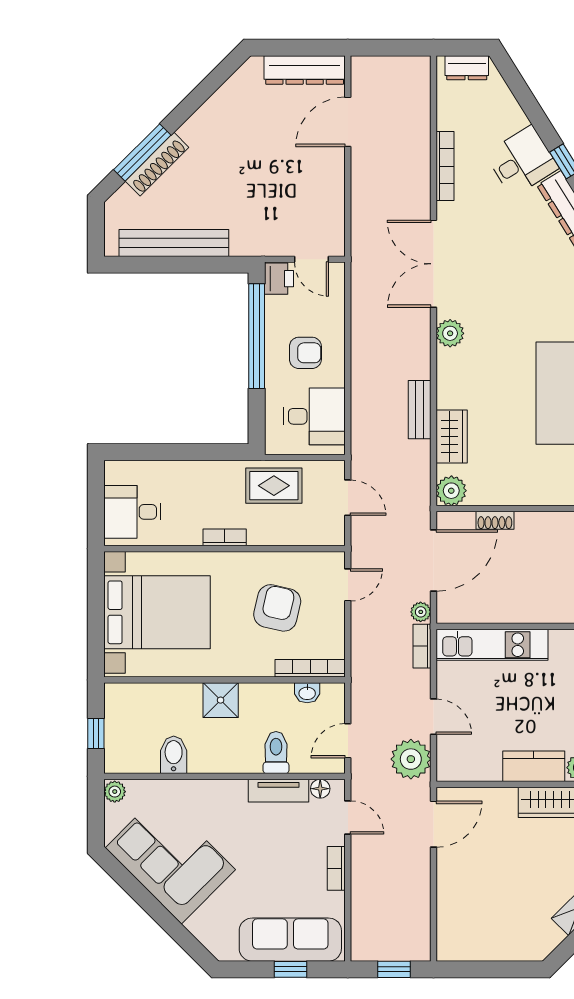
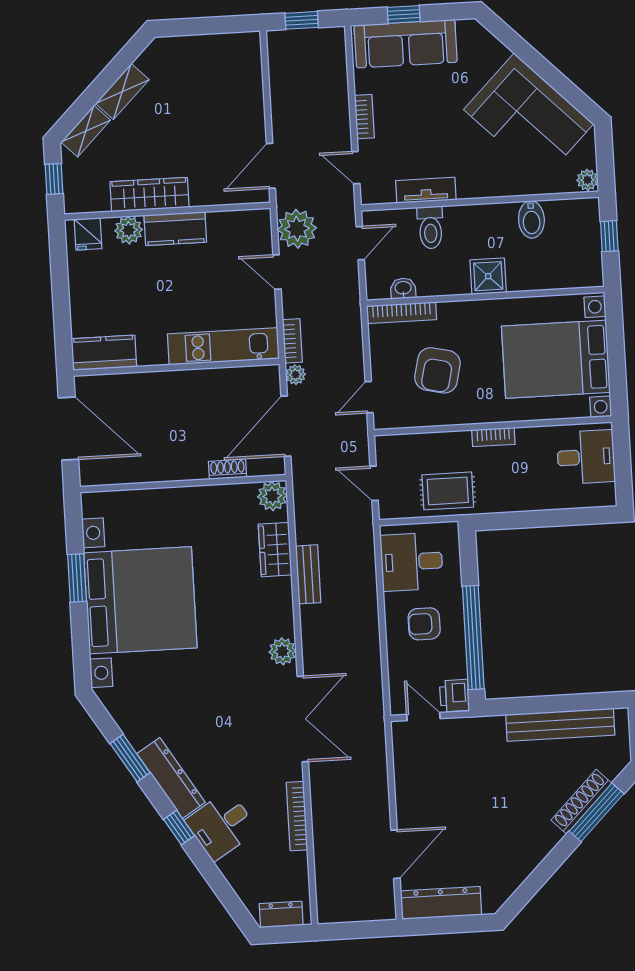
floor lamp: (320, 789) -> (385, 194), removed

